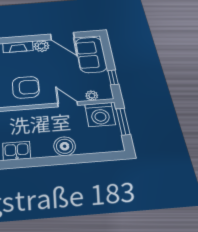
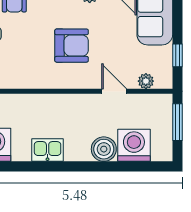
armchair: (26, 87) -> (72, 46), moved
washing machine: (100, 114) -> (134, 145), moved, turned 180

